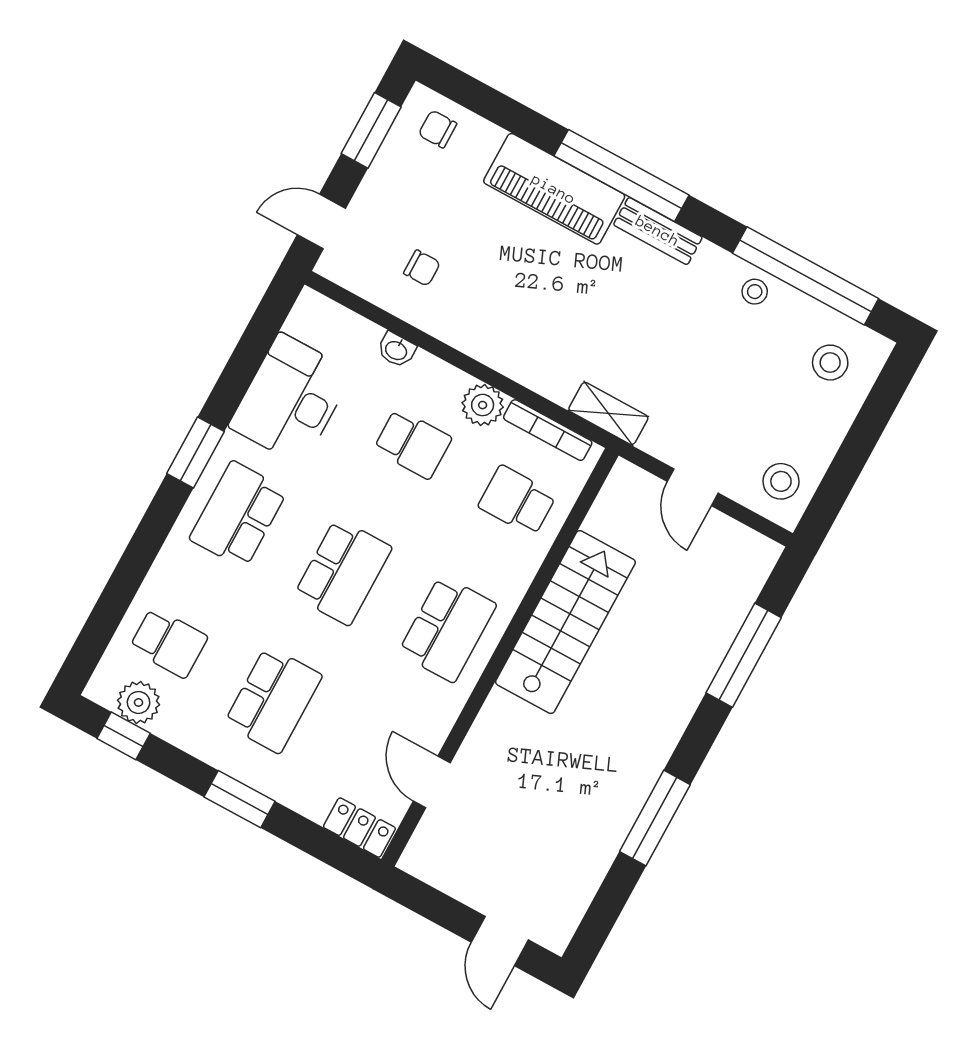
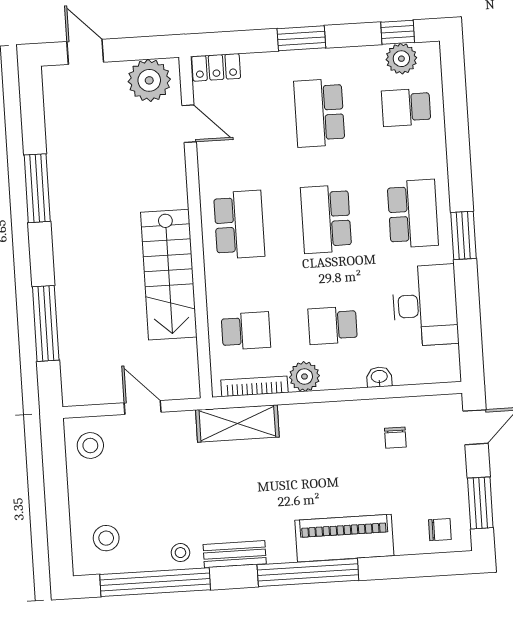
bench: (658, 231) -> (235, 554), moved
chair: (422, 268) -> (395, 438), turned -90
shelving: (608, 414) -> (237, 423), width x1.50, depth x1.33
school desk: (447, 629) -> (239, 225), turned 180
plant: (446, 861) -> (149, 80), added

